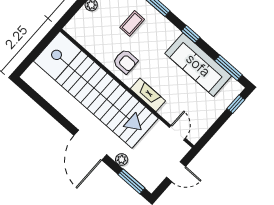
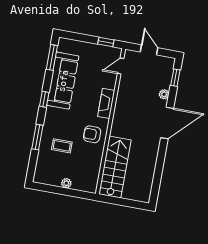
armchair: (125, 61) -> (92, 134), turned -90
stairs: (96, 90) -> (115, 167), width x0.54, depth x0.66
window: (236, 104) -> (106, 42), moved
window: (131, 181) -> (175, 78), width x0.67

